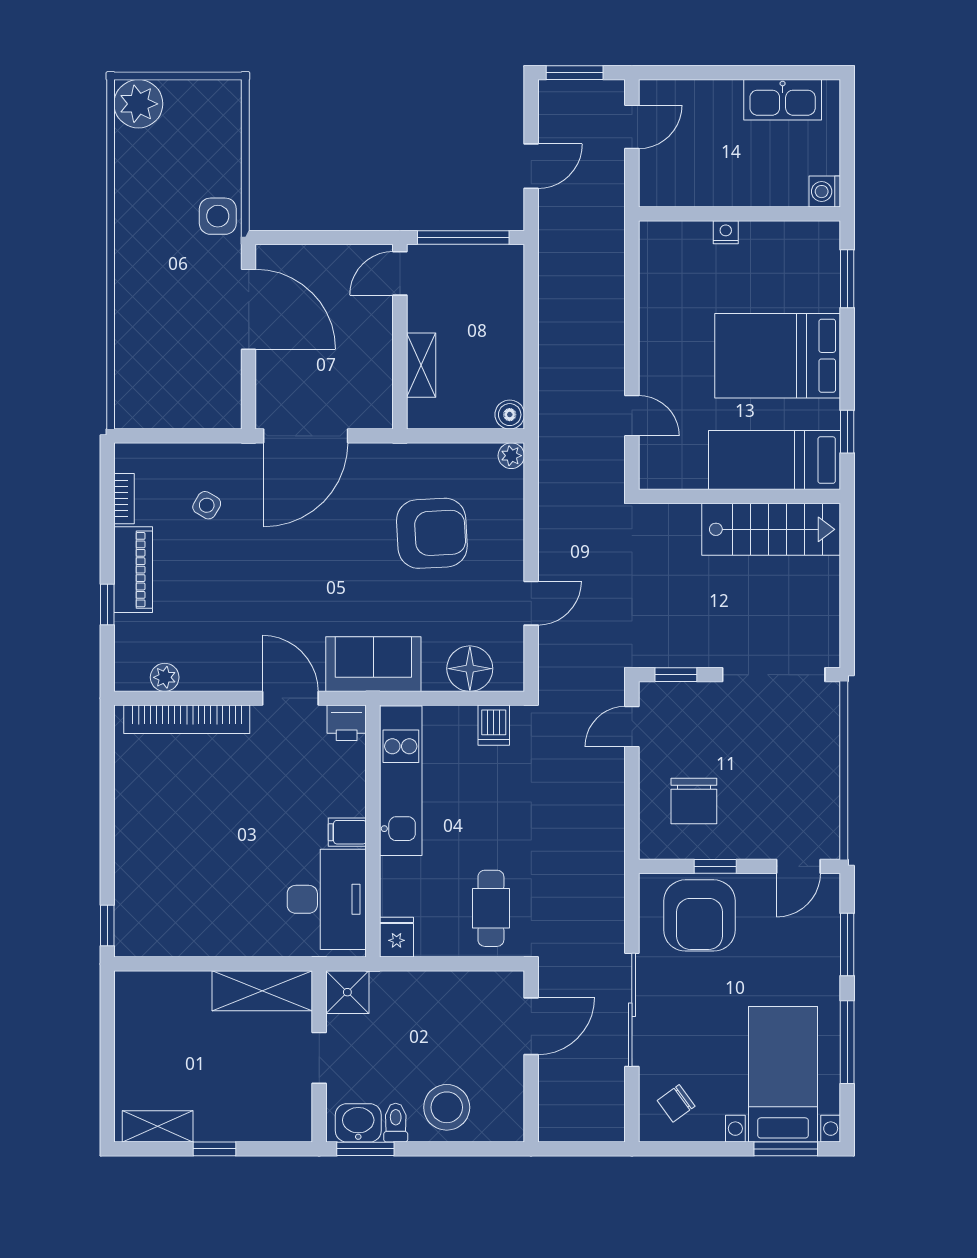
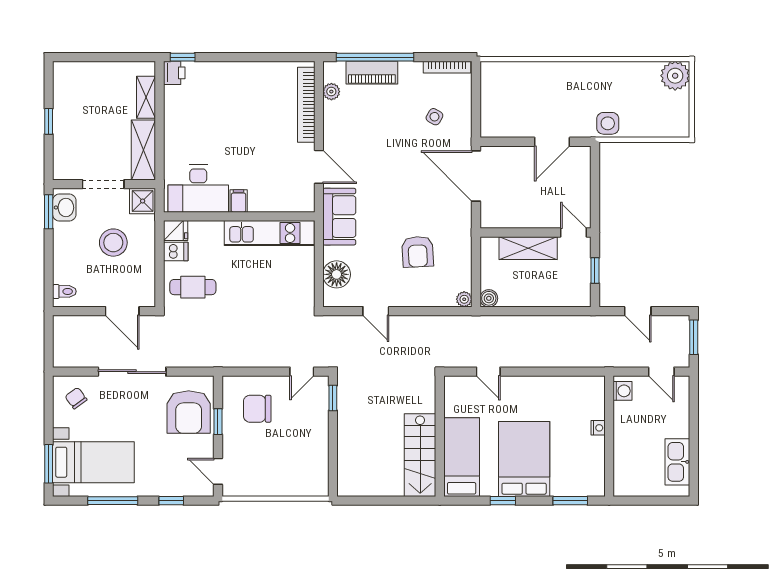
washing machine: (825, 192) -> (623, 391), moved, turned 90
window: (463, 237) -> (595, 271), width x0.46
door: (249, 309) -> (552, 142), width x0.73
shelving: (421, 365) -> (528, 248), width x1.50, depth x1.33
door: (632, 416) -> (488, 372), hinge flipped
window: (847, 432) -> (503, 501), moved
bookcase: (124, 499) -> (447, 67), width x1.56
armchair: (432, 533) -> (418, 252), width x0.73, depth x0.73
piano: (133, 570) -> (372, 73), moved
window: (107, 604) -> (375, 57), width x3.17
doorway: (774, 675) -> (333, 457), removed
door: (290, 698) -> (319, 167), hinge flipped
printer: (347, 723) -> (174, 73), moved, turned 180
dishwasher: (494, 725) -> (176, 252), moved, turned 180
door: (632, 727) -> (302, 372), swing flipped
armchair: (700, 915) -> (189, 412), turned -90
window: (847, 944) -> (171, 501), width x0.67
doorway: (319, 1058) -> (103, 184), width x1.38
stool: (447, 1107) -> (113, 243), moved
toilet: (396, 1123) -> (64, 291), moved
shelving: (158, 1126) -> (146, 97), moved

